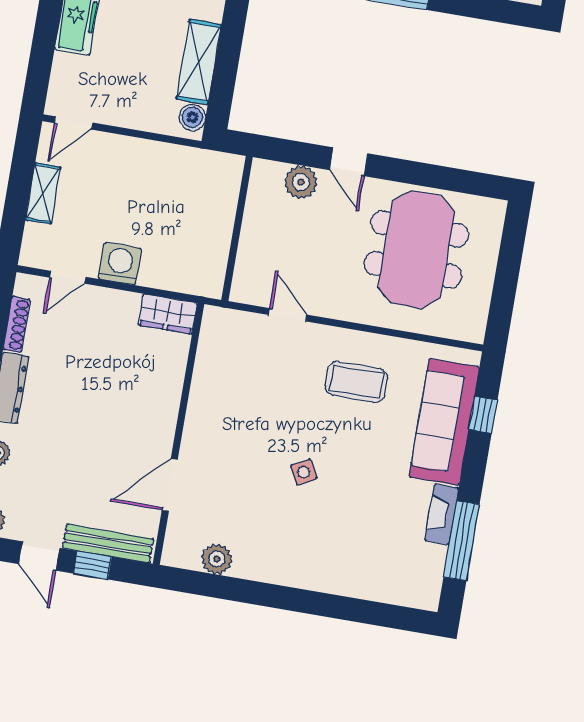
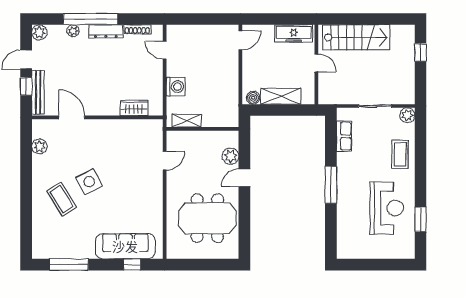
door: (74, 123) -> (240, 40), swing flipped
shelving: (43, 193) -> (187, 121), moved
washing machine: (120, 264) -> (176, 87), moved
wardrobe: (168, 314) -> (134, 108), moved, turned 90
coffee table: (356, 382) -> (62, 199), moved, turned -32
side table: (304, 472) -> (89, 182), width x1.87, depth x1.87
fireplace: (442, 514) -> (80, 253), removed

